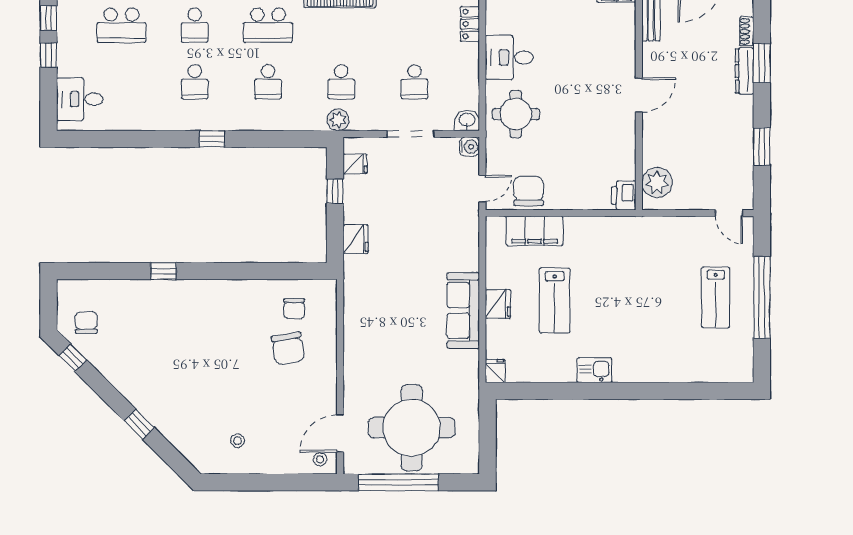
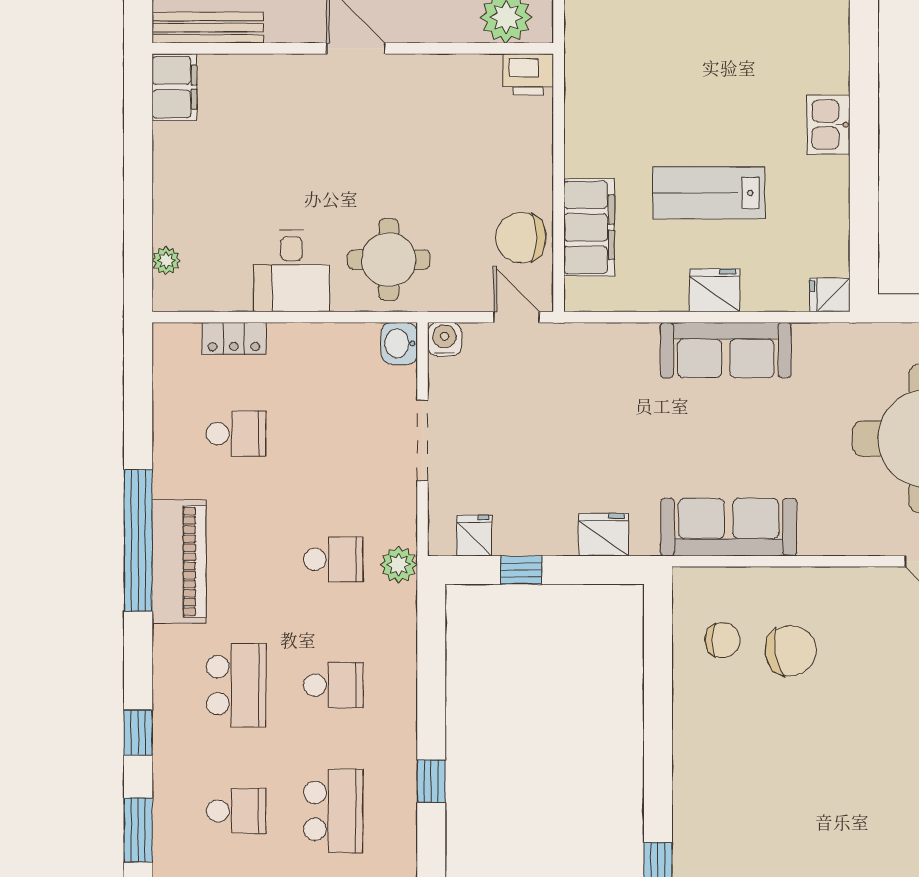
school desk: (195, 82) -> (333, 811), width x1.85
school desk: (414, 82) -> (236, 434), moved
lab bench: (555, 301) -> (709, 193), turned 180
sofa: (360, 312) -> (729, 527), added

